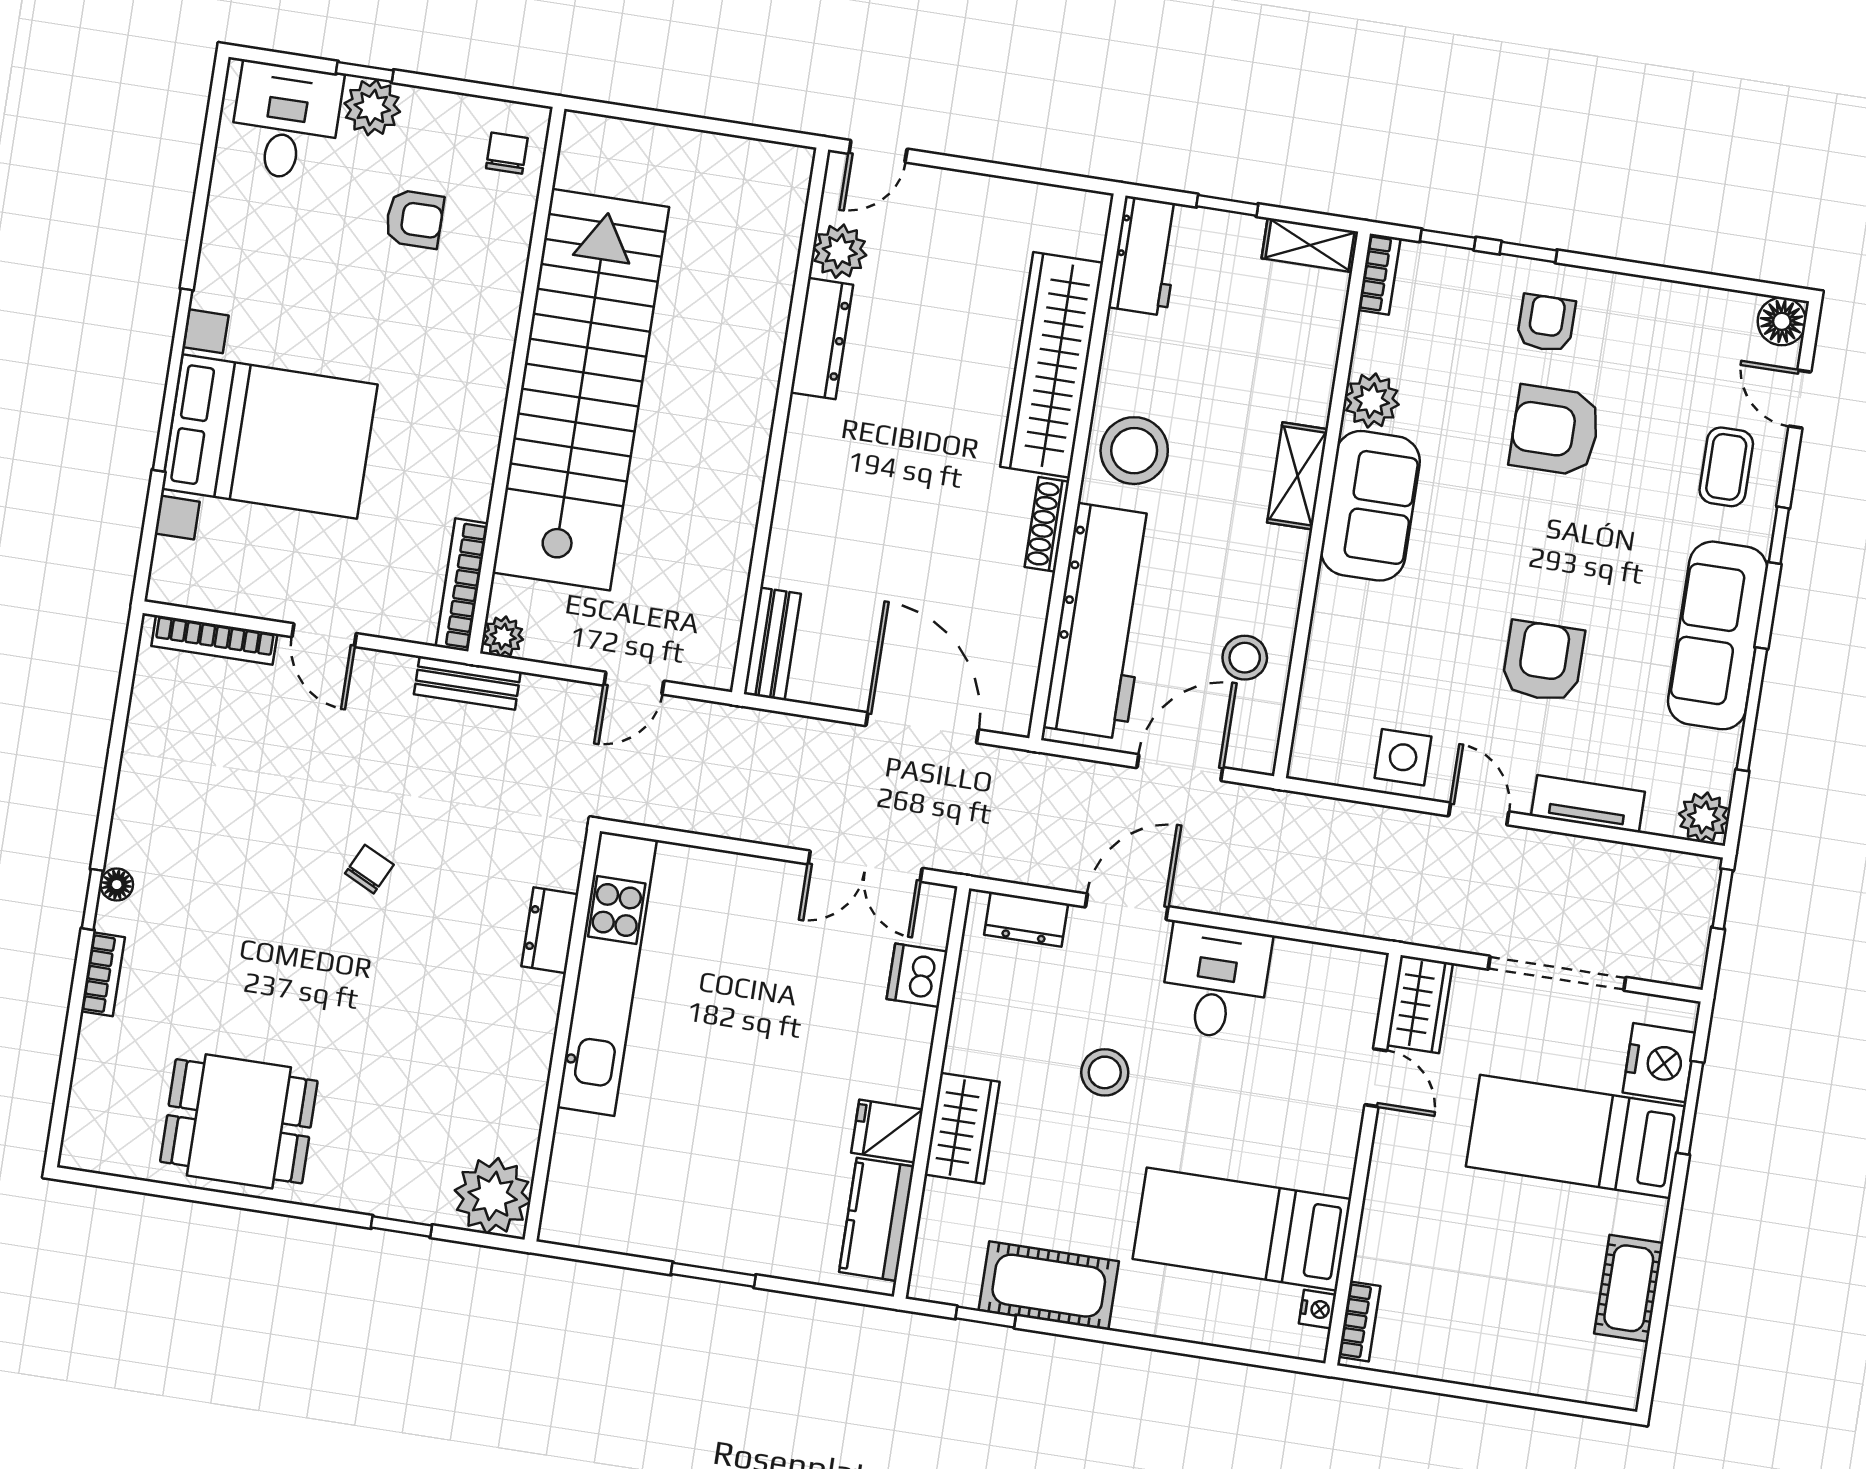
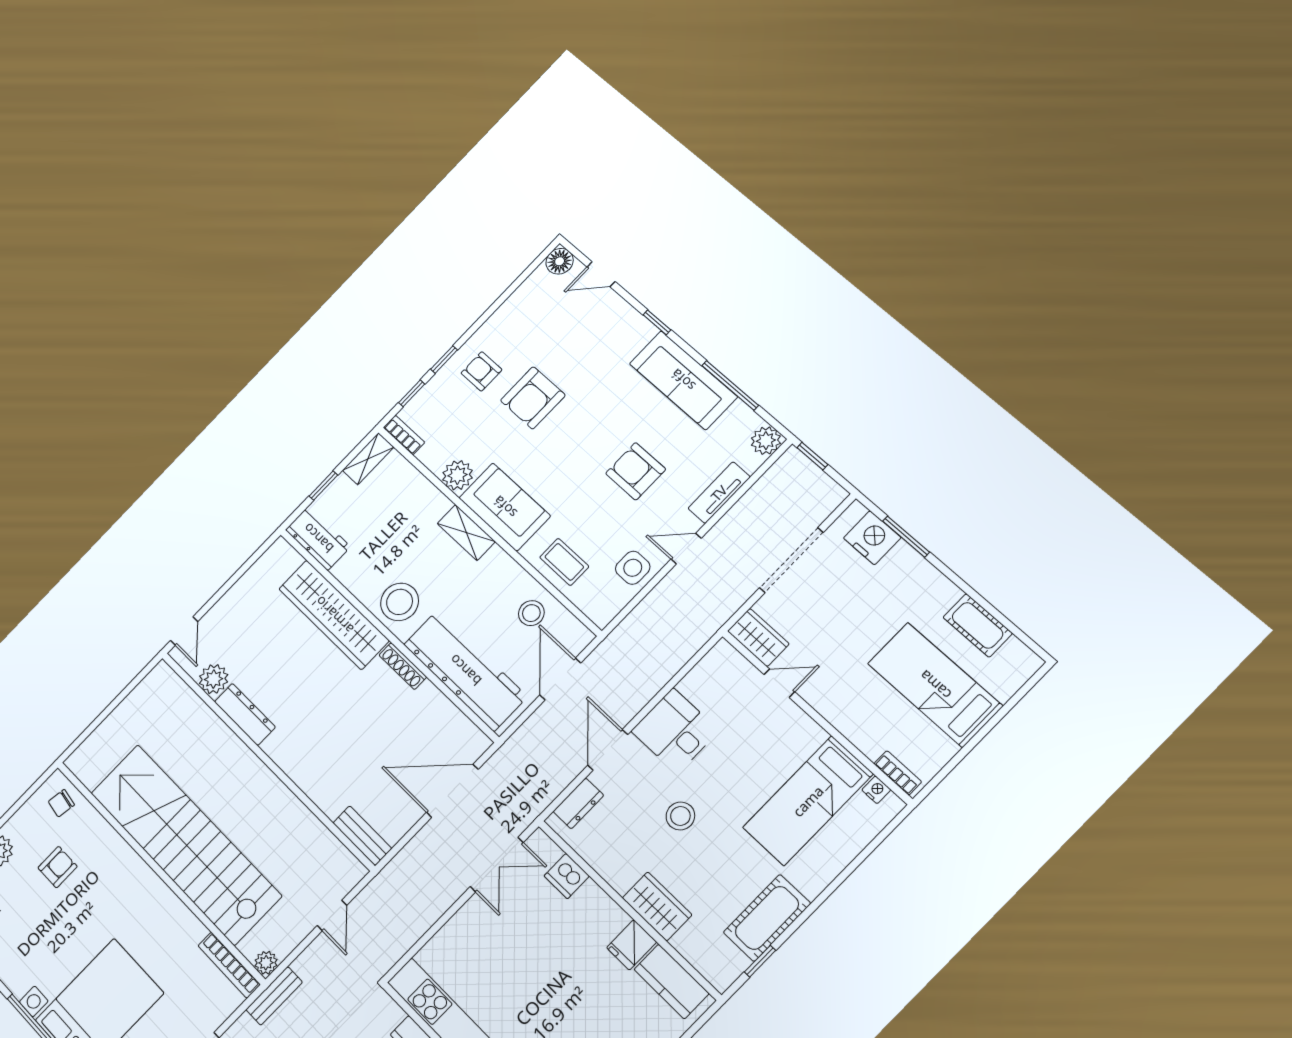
chair: (507, 153) -> (61, 803), turned -81
coffee table: (1726, 467) -> (564, 562), moved
bed: (1575, 1136) -> (935, 685), moved, turned 90

